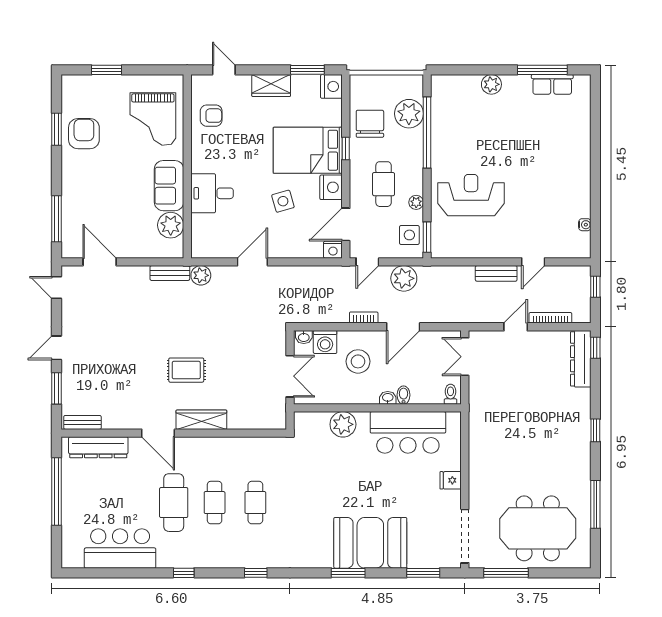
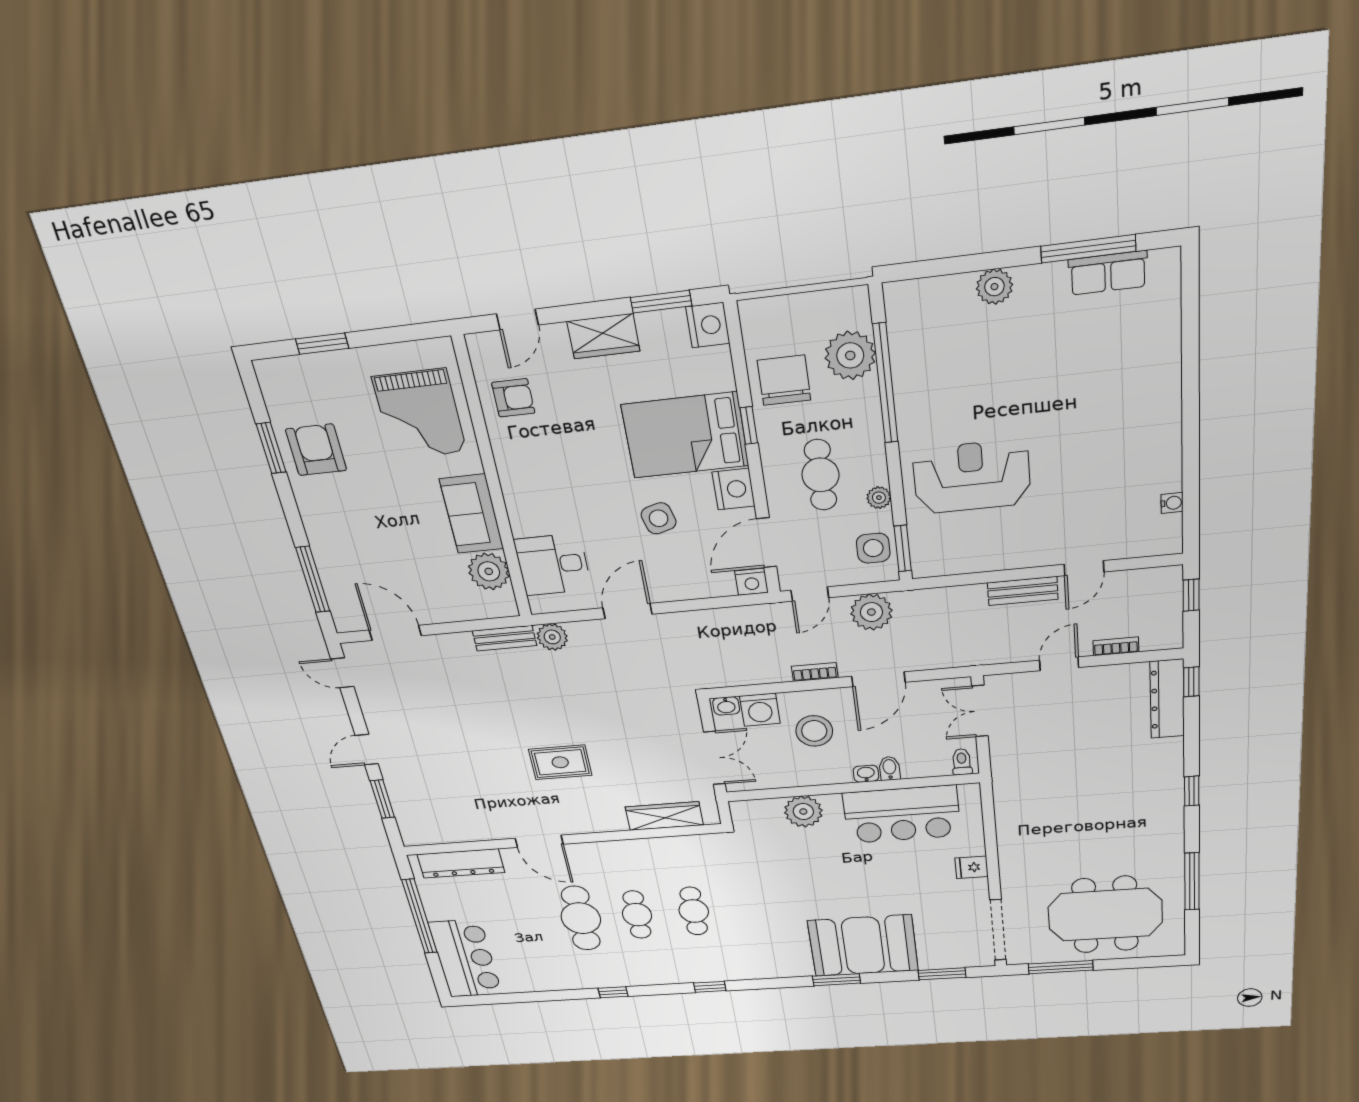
door: (224, 70) -> (517, 319), swing flipped
desk: (212, 193) -> (553, 565), moved
bookcase: (550, 318) -> (1116, 646), width x0.64
wardrobe: (201, 420) -> (664, 816), moved
bench: (82, 422) -> (431, 836), removed
bar counter: (120, 549) -> (465, 958), moved, turned 90

